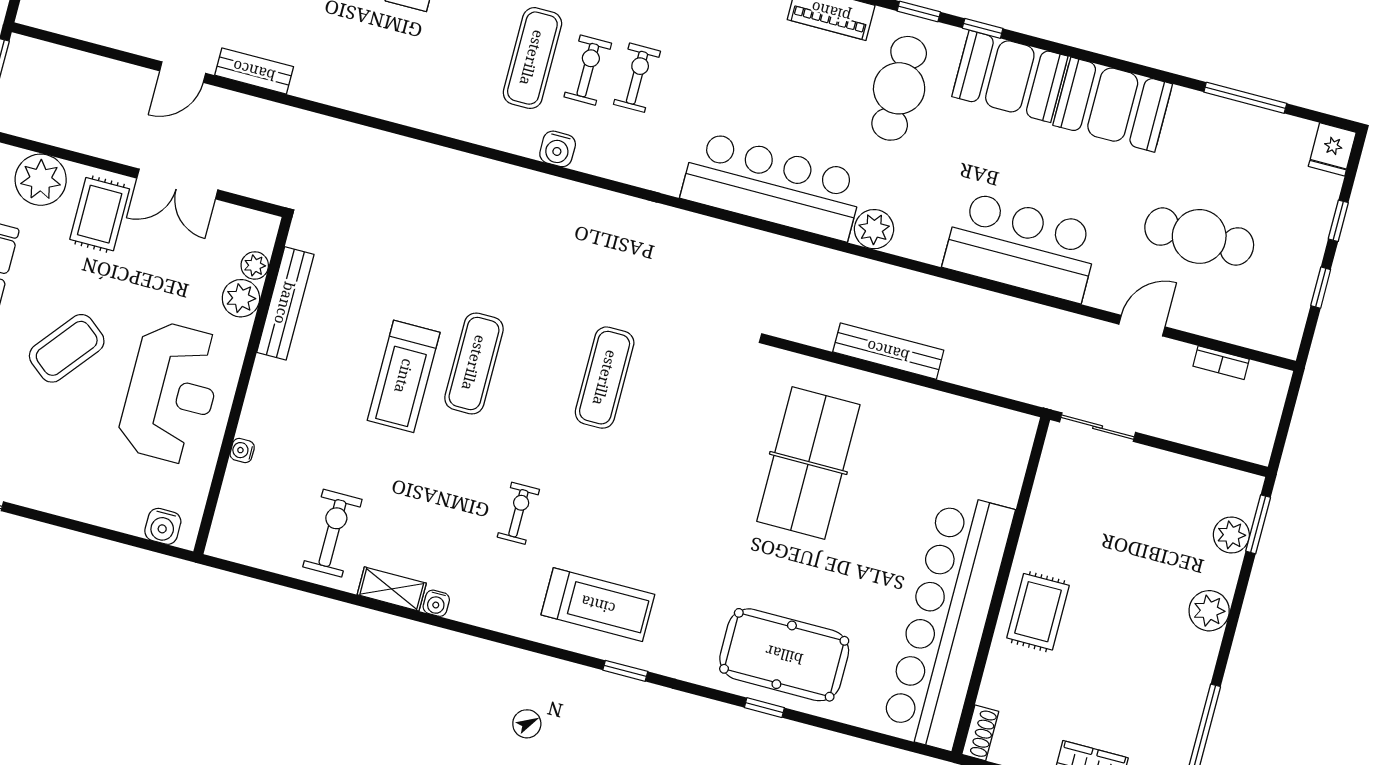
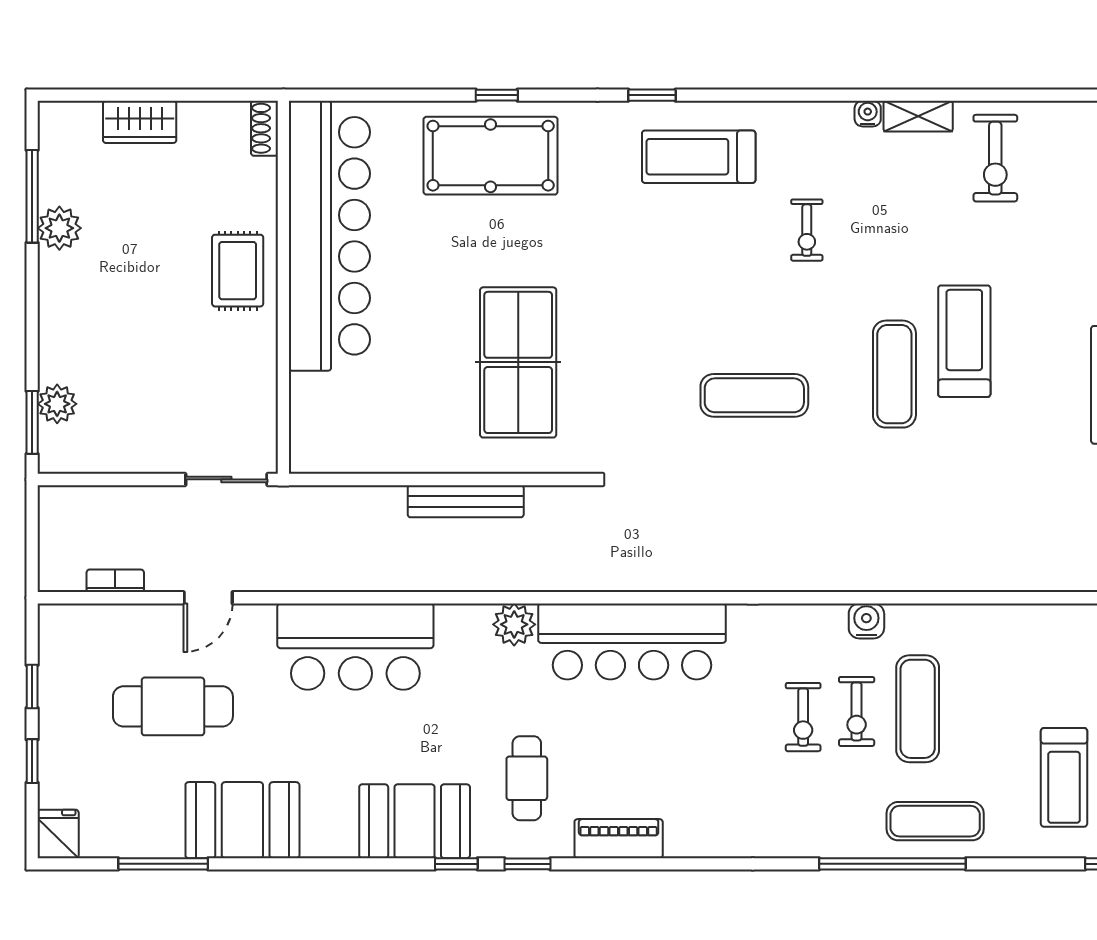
cafe table: (899, 88) -> (527, 778), width x0.73, depth x0.74
booth: (1113, 105) -> (242, 820), moved
exercise mat: (605, 378) -> (754, 395), turned 90
plant: (1209, 611) -> (59, 228), moved

